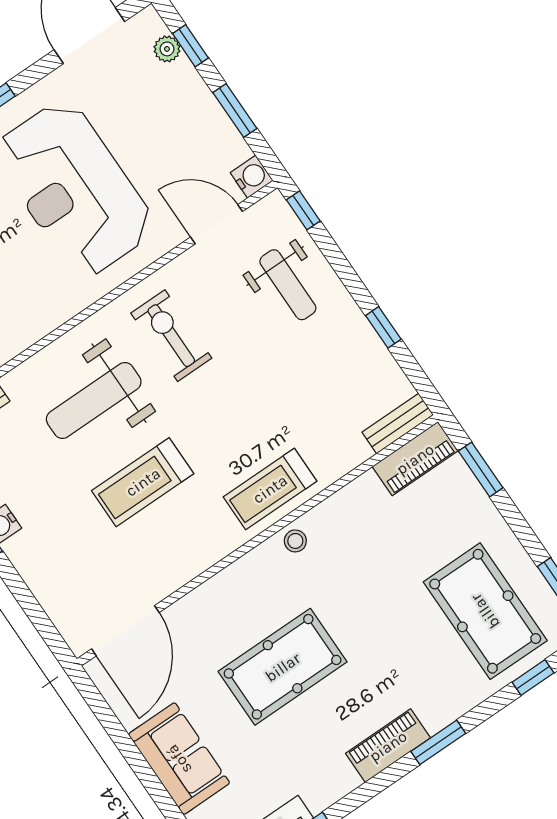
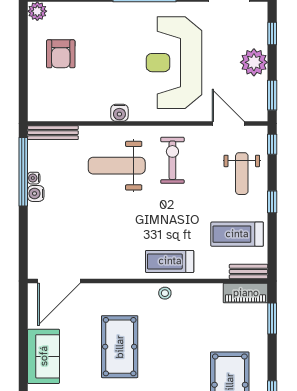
plant: (167, 49) -> (254, 62), moved, width x1.88, depth x1.88
window: (235, 111) -> (272, 95), moved
water cooler: (252, 177) -> (119, 113), moved, turned 90
window: (383, 327) -> (272, 202), moved
treadmill: (143, 482) -> (237, 234), moved
pool table: (283, 667) -> (120, 347), turned 90

